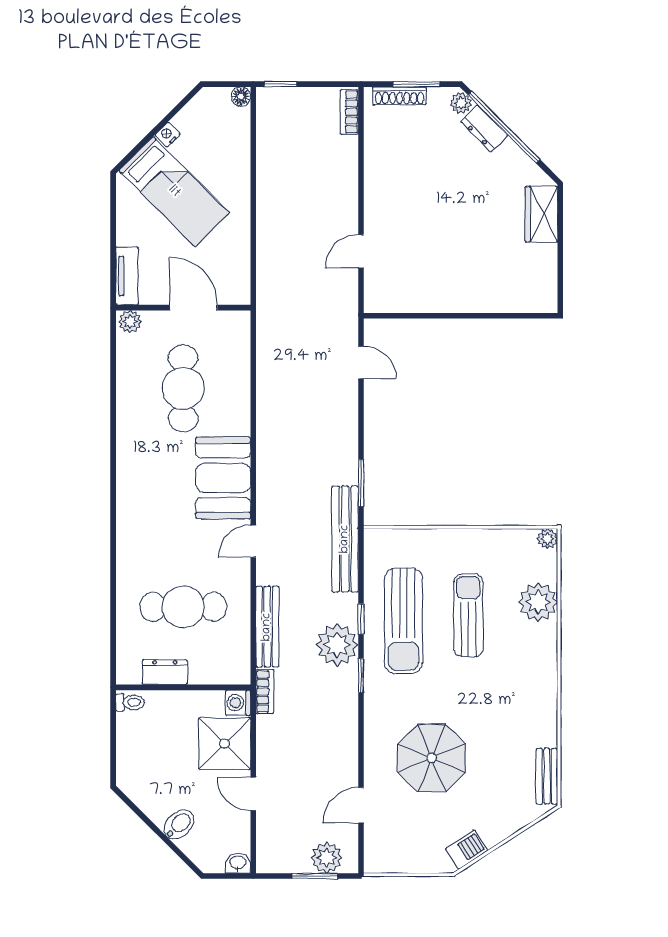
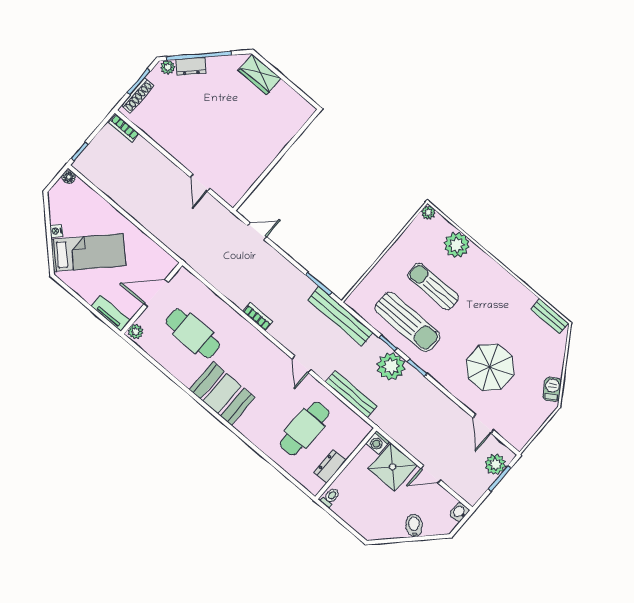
booth: (223, 478) -> (222, 394), moved
bookcase: (265, 692) -> (258, 317), moved

